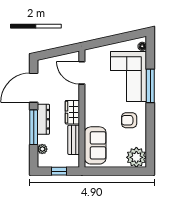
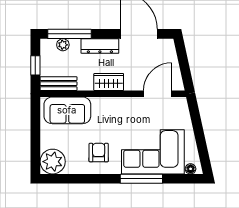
window: (34, 127) -> (69, 34), moved
bench: (74, 140) -> (58, 84), moved

